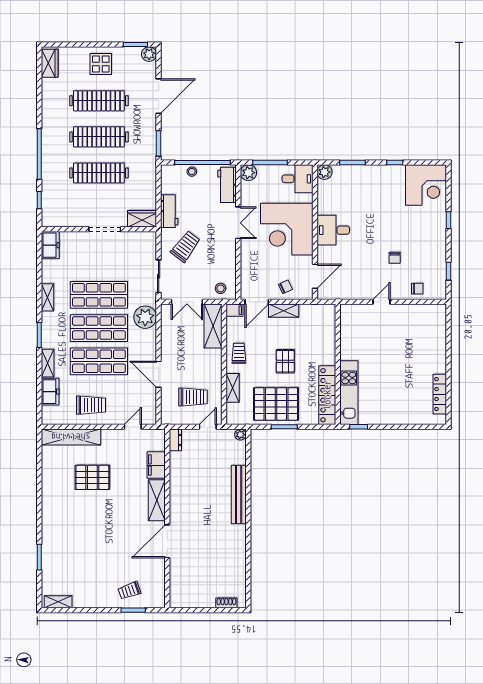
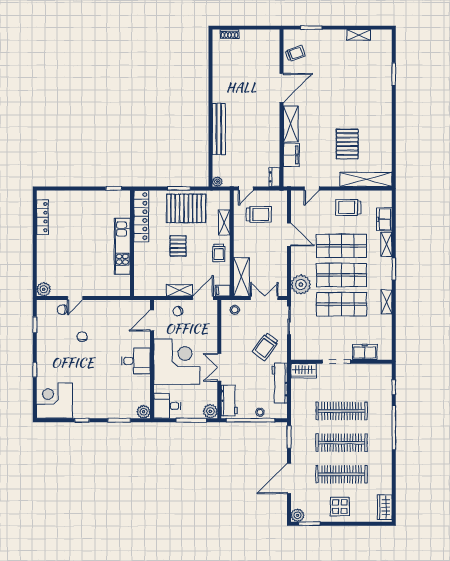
workbench: (169, 211) -> (280, 383), width x1.38
freezer: (50, 245) -> (365, 352), moved, turned 90
door: (381, 302) -> (75, 298), moved
plant: (438, 312) -> (44, 289), added
kitchen unit: (349, 393) -> (122, 246), moved
trolley: (193, 397) -> (259, 215), turned 180
pallet: (92, 477) -> (347, 144), turned 90
trolley: (129, 591) -> (295, 53), moved
shelving: (58, 602) -> (359, 35), moved

